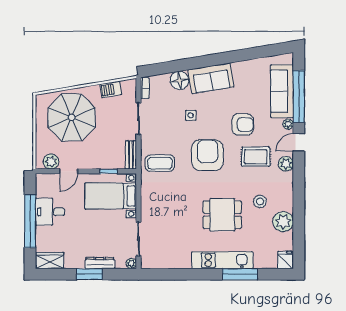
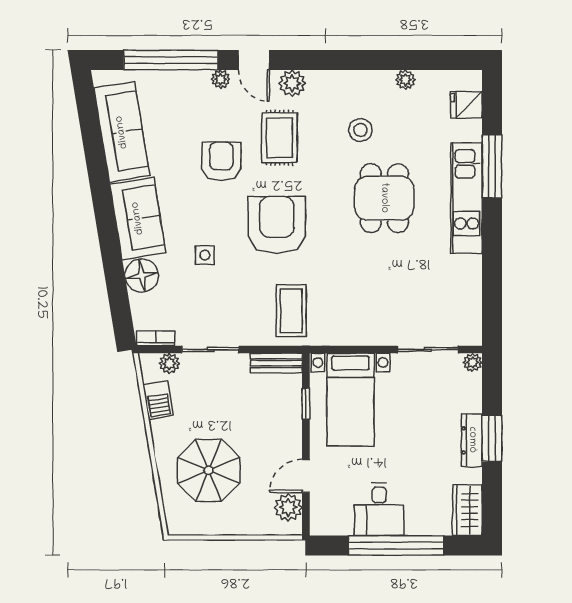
sofa: (282, 91) -> (122, 132), moved, turned -99
plant: (131, 96) -> (169, 363), added
parasol: (72, 117) -> (209, 470), width x0.73, depth x0.73
armchair: (207, 155) -> (277, 225), turned 90
door: (69, 171) -> (306, 476), swing flipped
plant: (283, 222) -> (405, 80), width x0.53, depth x0.53
fridge: (285, 260) -> (466, 105), moved
dresser: (100, 263) -> (472, 440), moved

